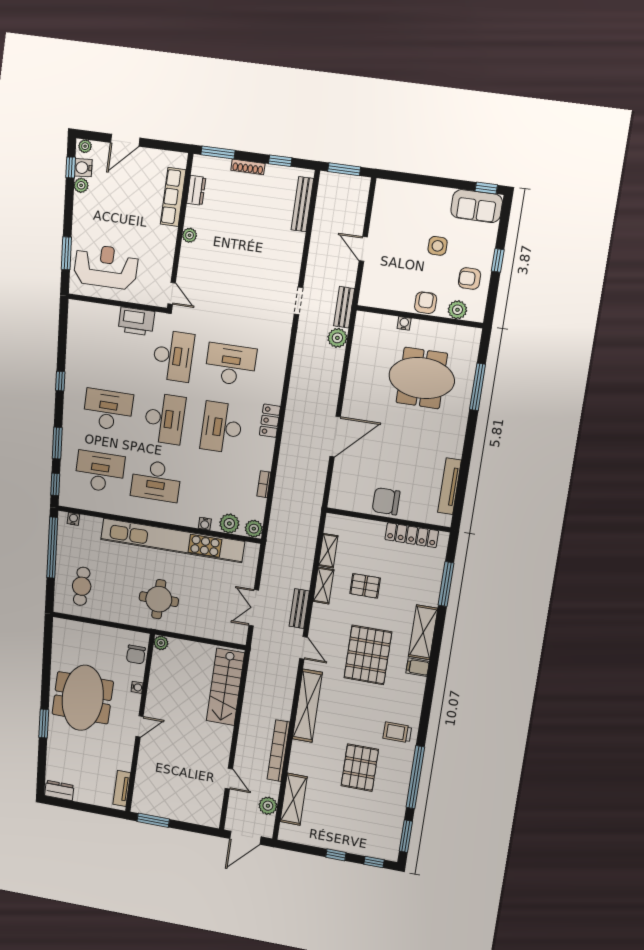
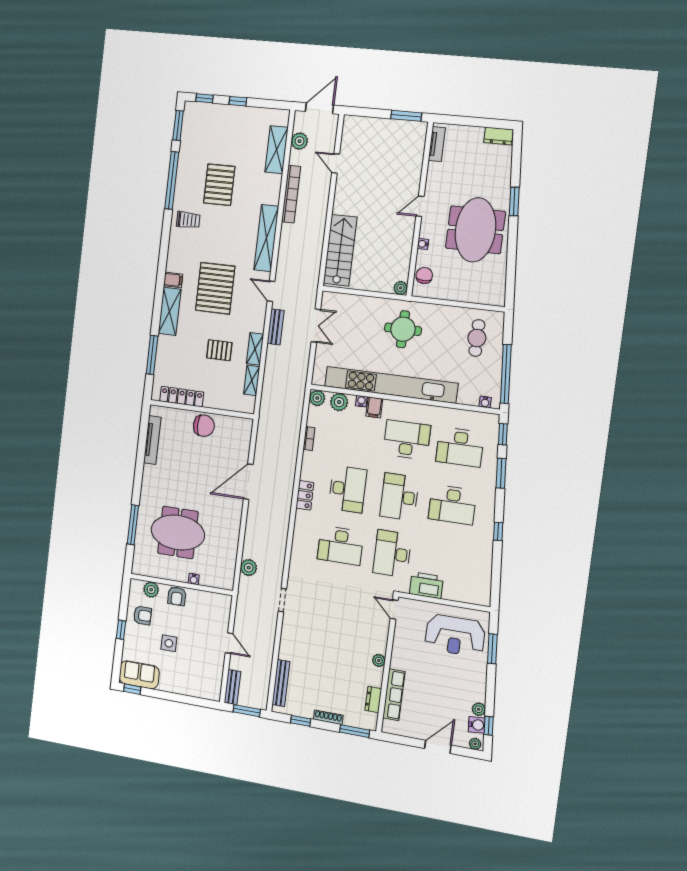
bench: (344, 307) -> (232, 687), moved
filing cabinet: (191, 516) -> (374, 407), added

